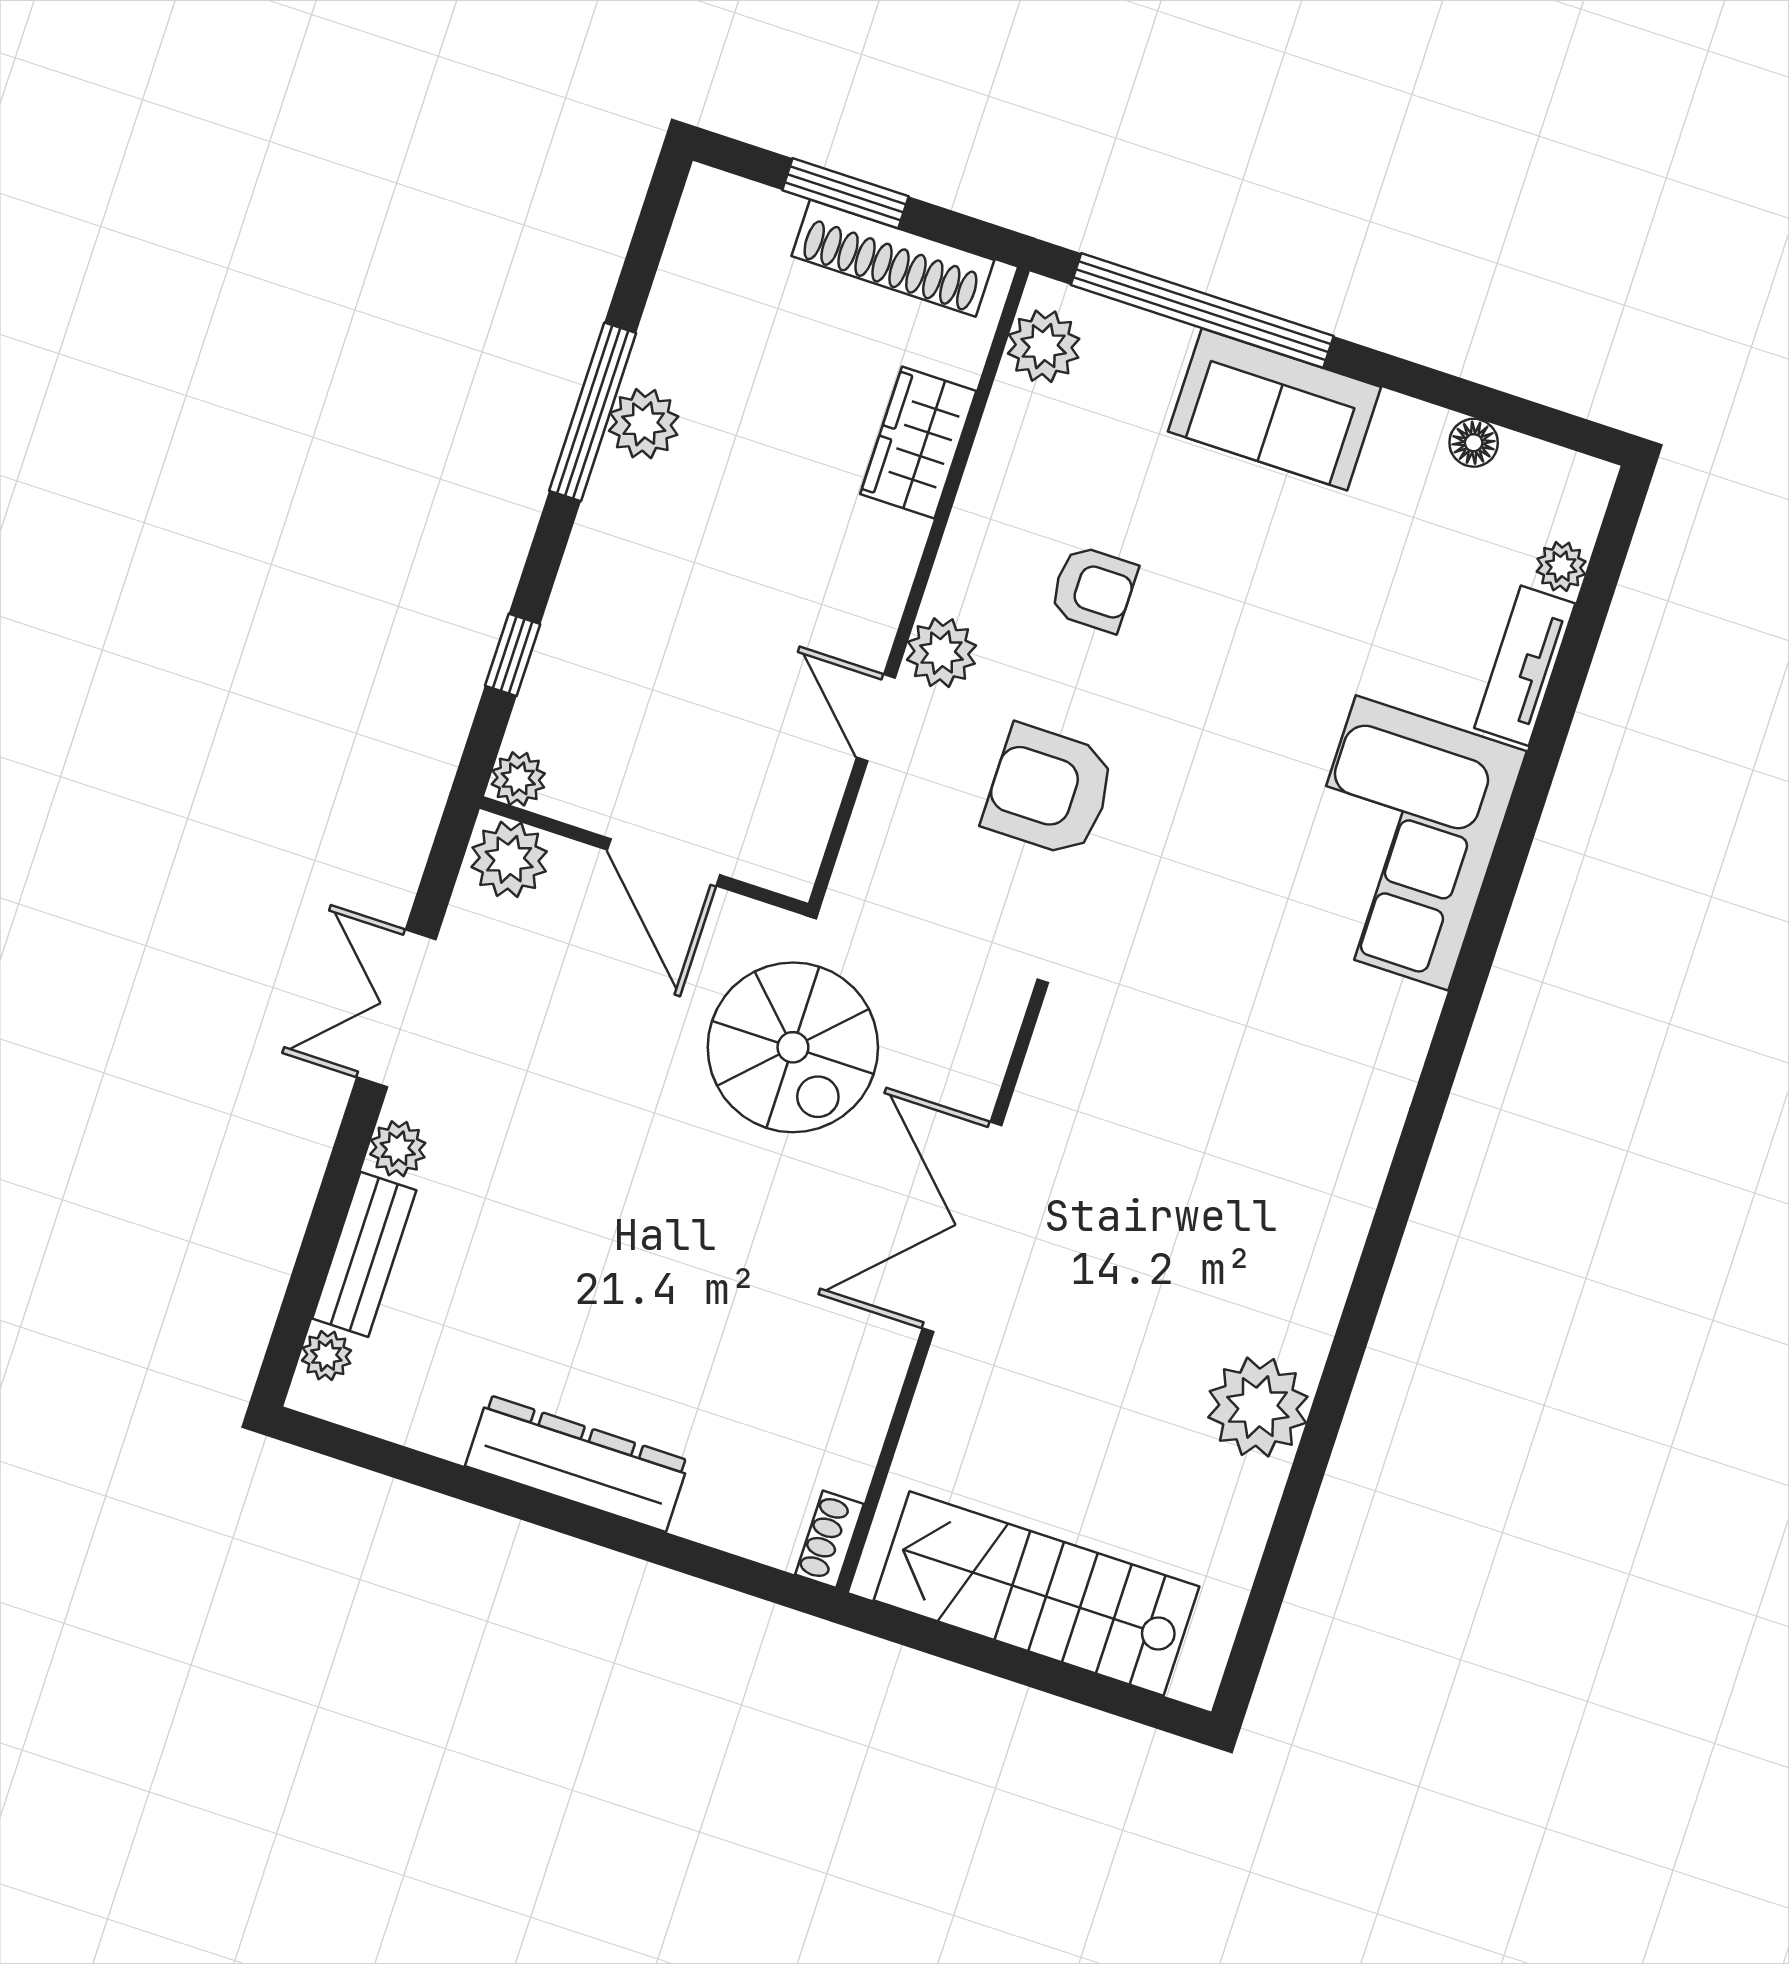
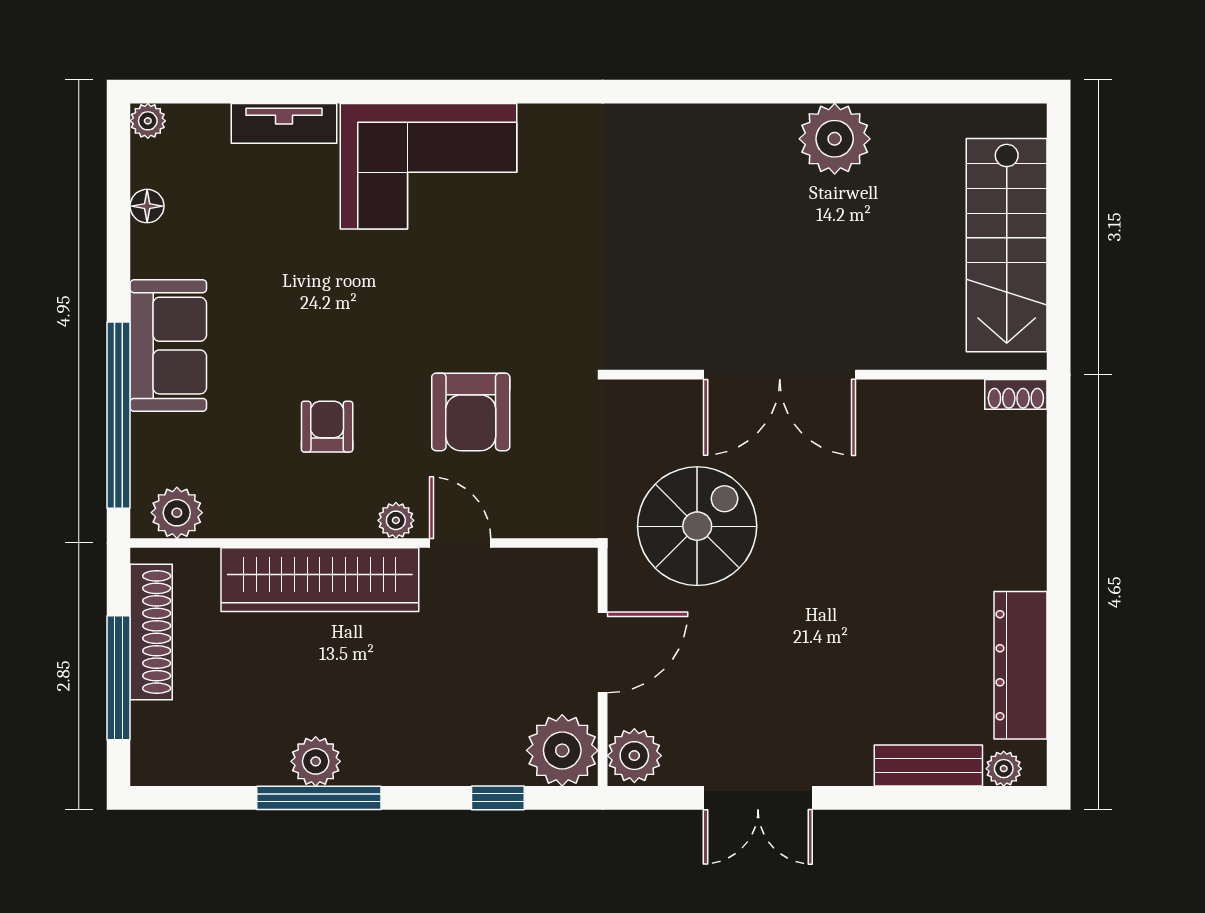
window: (845, 193) -> (119, 678), width x1.44
wardrobe: (918, 443) -> (320, 580), width x2.10, depth x1.17
plant: (1561, 567) -> (148, 121), moved
plant: (941, 653) -> (396, 520), width x0.73, depth x0.73
door: (876, 718) -> (460, 543), swing flipped
plant: (518, 779) -> (562, 750), width x1.88, depth x1.88
plant: (398, 1149) -> (851, 766), removed
dresser: (577, 1463) -> (1021, 665), moved

